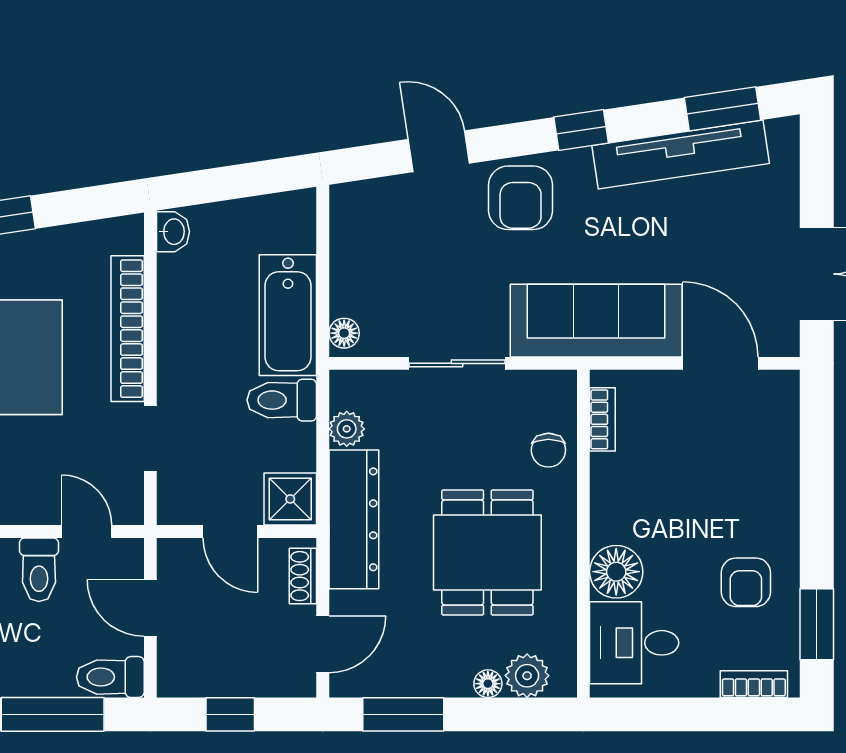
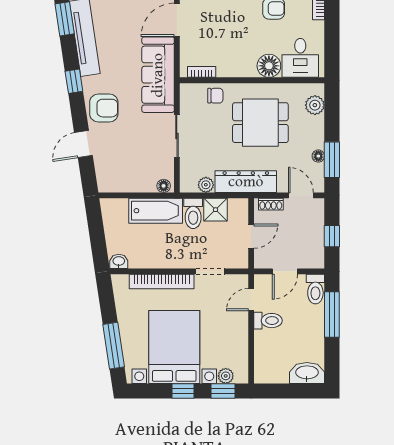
shower: (290, 499) -> (216, 210), moved
floor lamp: (488, 684) -> (318, 156), moved

